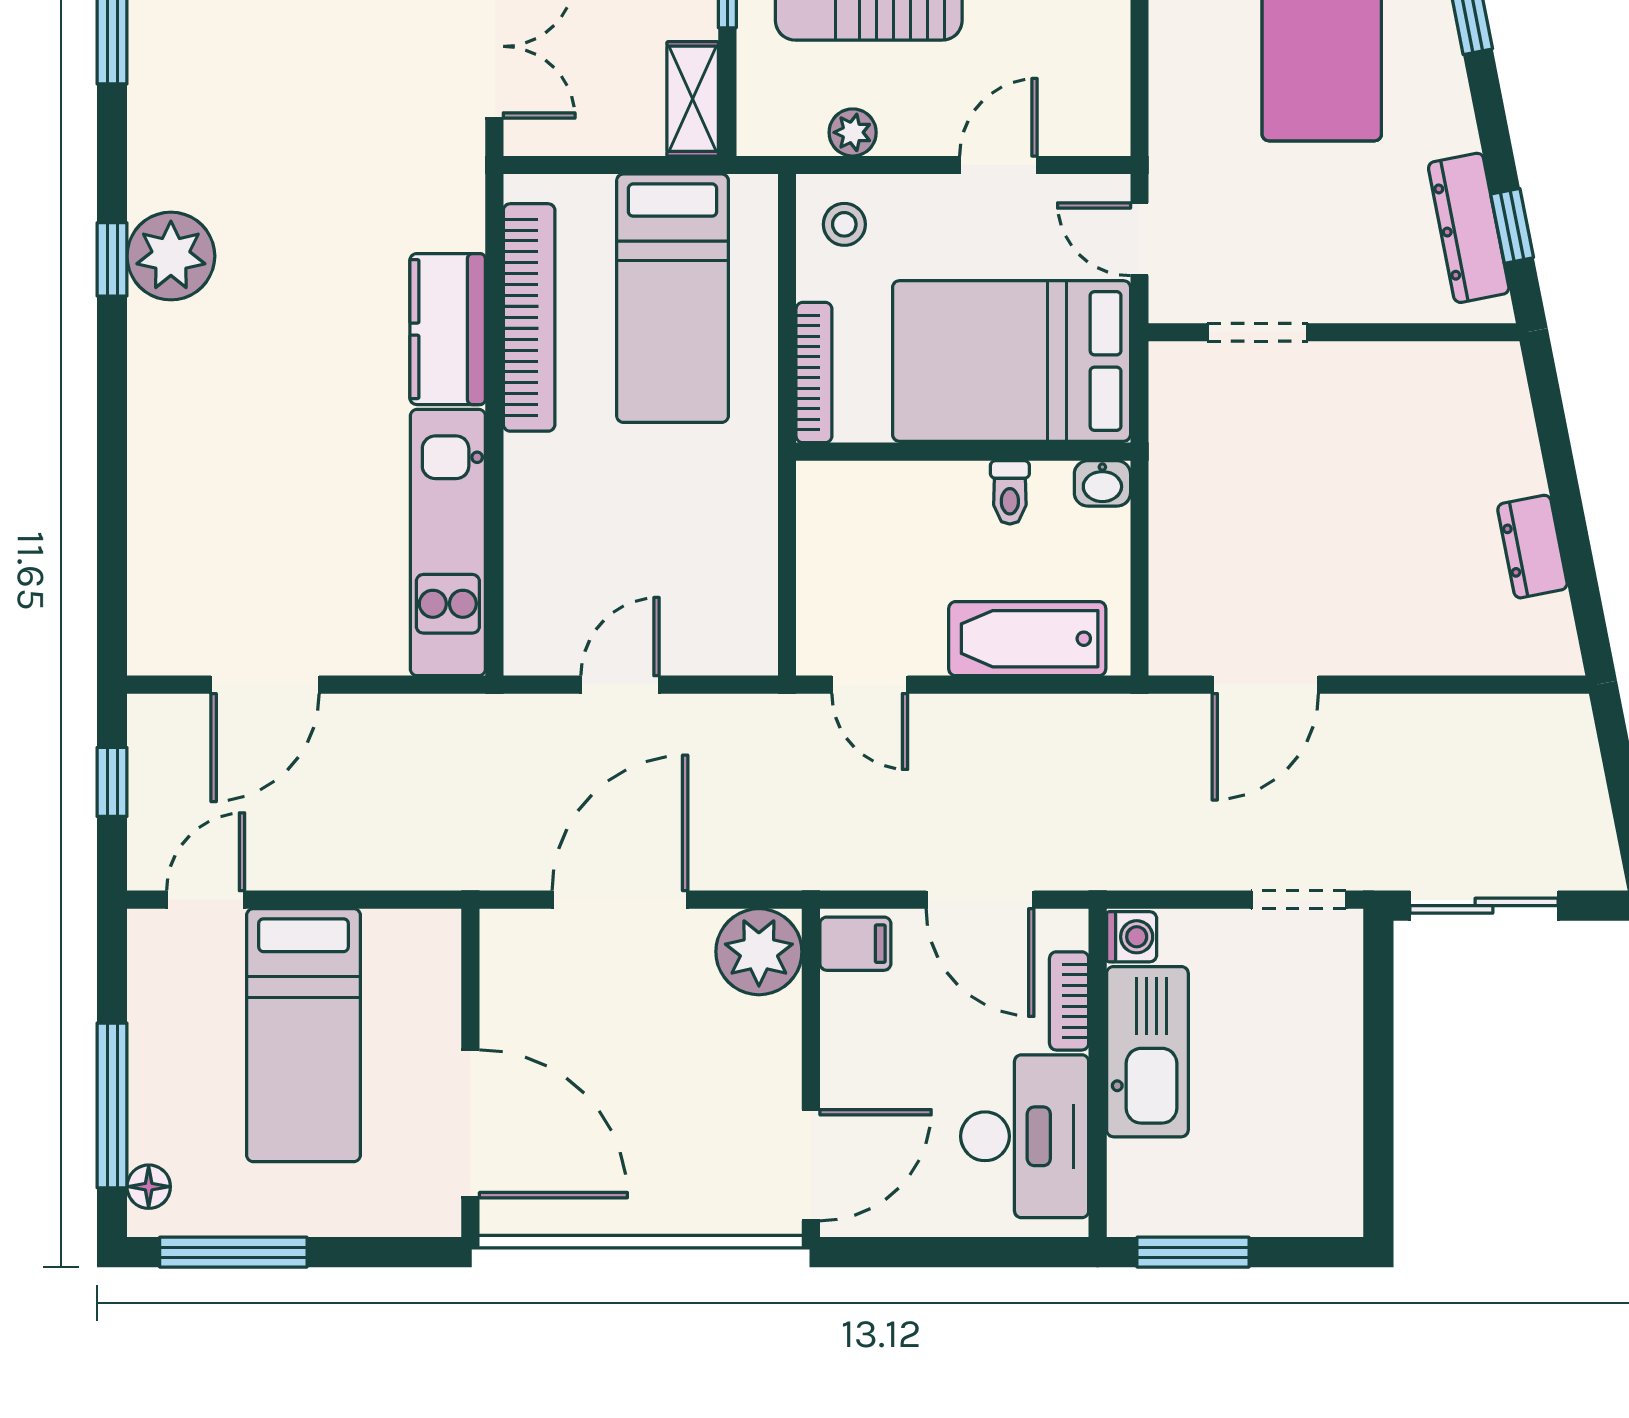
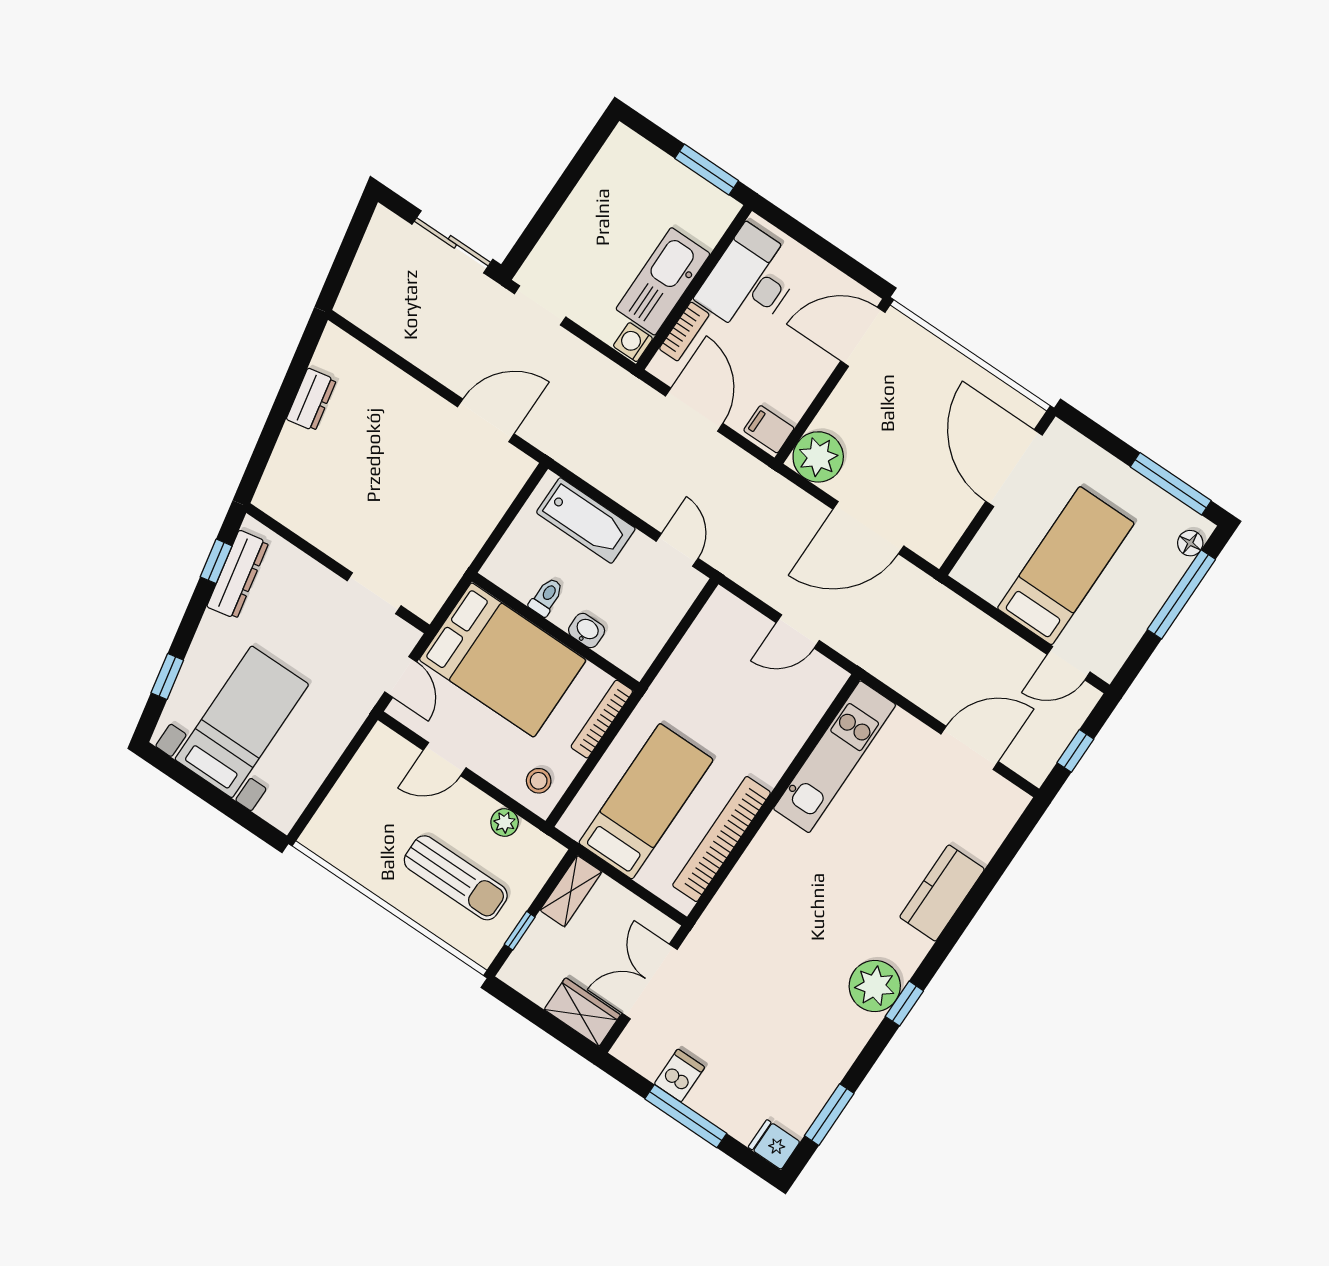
kitchen counter: (448, 329) -> (942, 893), moved, turned 180
washbasin: (1102, 483) -> (587, 631), moved

